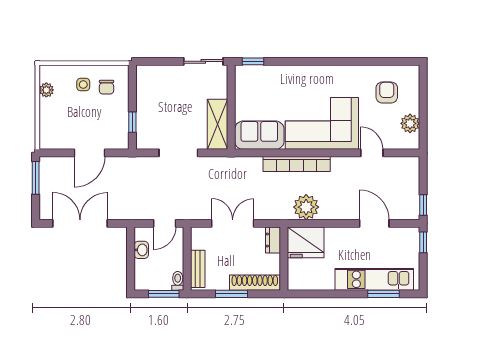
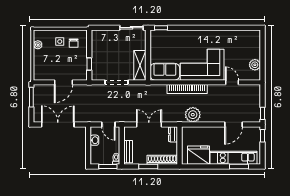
armchair: (387, 92) -> (241, 46), removed
door: (165, 223) -> (108, 124), hinge flipped
door: (374, 223) -> (234, 124), swing flipped
fridge: (306, 242) -> (198, 155), moved, turned 180

